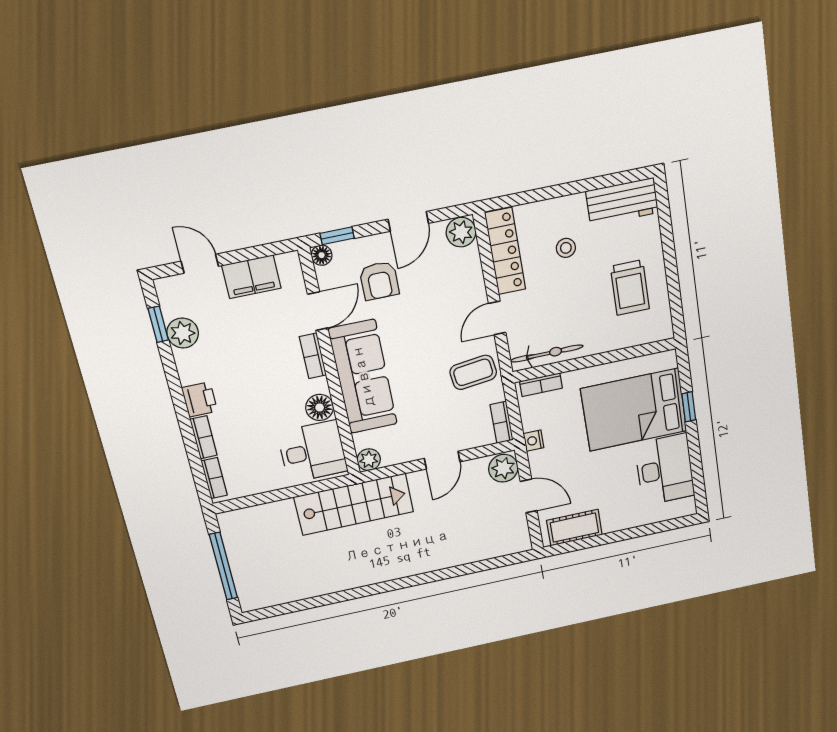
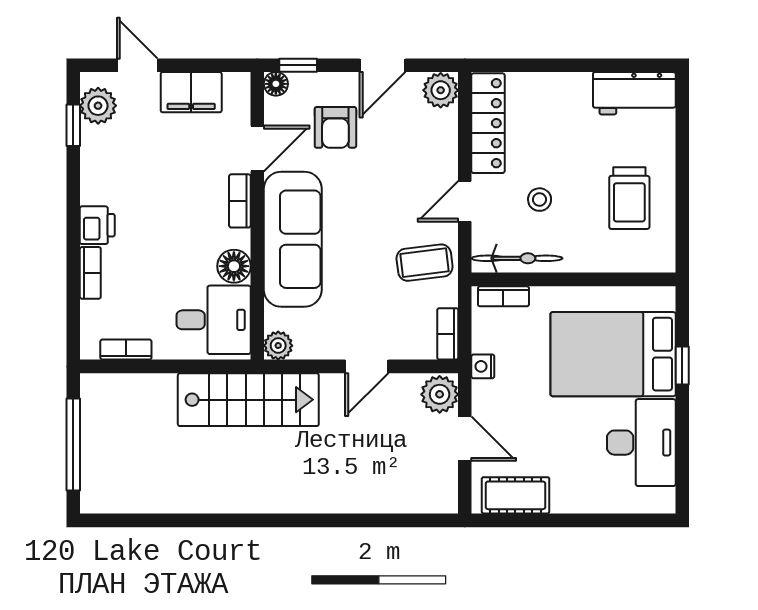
stool: (566, 248) -> (540, 200), moved
plant: (183, 333) -> (98, 106), moved
bookcase: (214, 478) -> (126, 350), moved, turned -90

